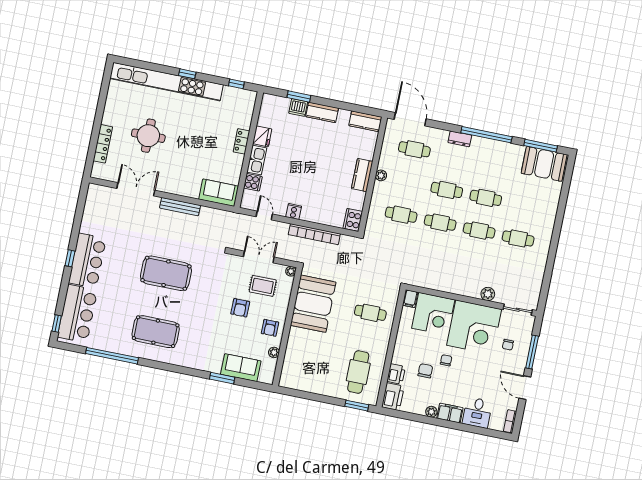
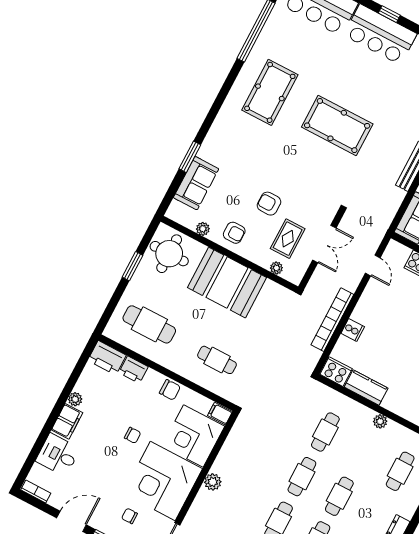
kitchen counter: (362, 175) -> (366, 388), moved
cooker: (294, 212) -> (353, 330), moved
door: (264, 215) -> (373, 266), hinge flipped
plant: (291, 271) -> (276, 268), moved
pool table: (166, 273) -> (337, 126), turned 90
plant: (488, 294) -> (213, 482), moved
booth: (313, 304) -> (227, 283), moved
cafe table: (370, 313) -> (217, 360), turned 90
armchair: (270, 328) -> (234, 233), turned 180
chair: (425, 371) -> (170, 390), moved
round table: (300, 373) -> (169, 254), added
window: (357, 406) -> (132, 266), moved

